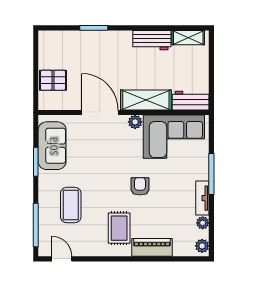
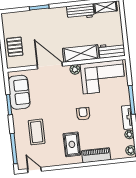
pallet: (53, 80) -> (15, 47), turned 90

